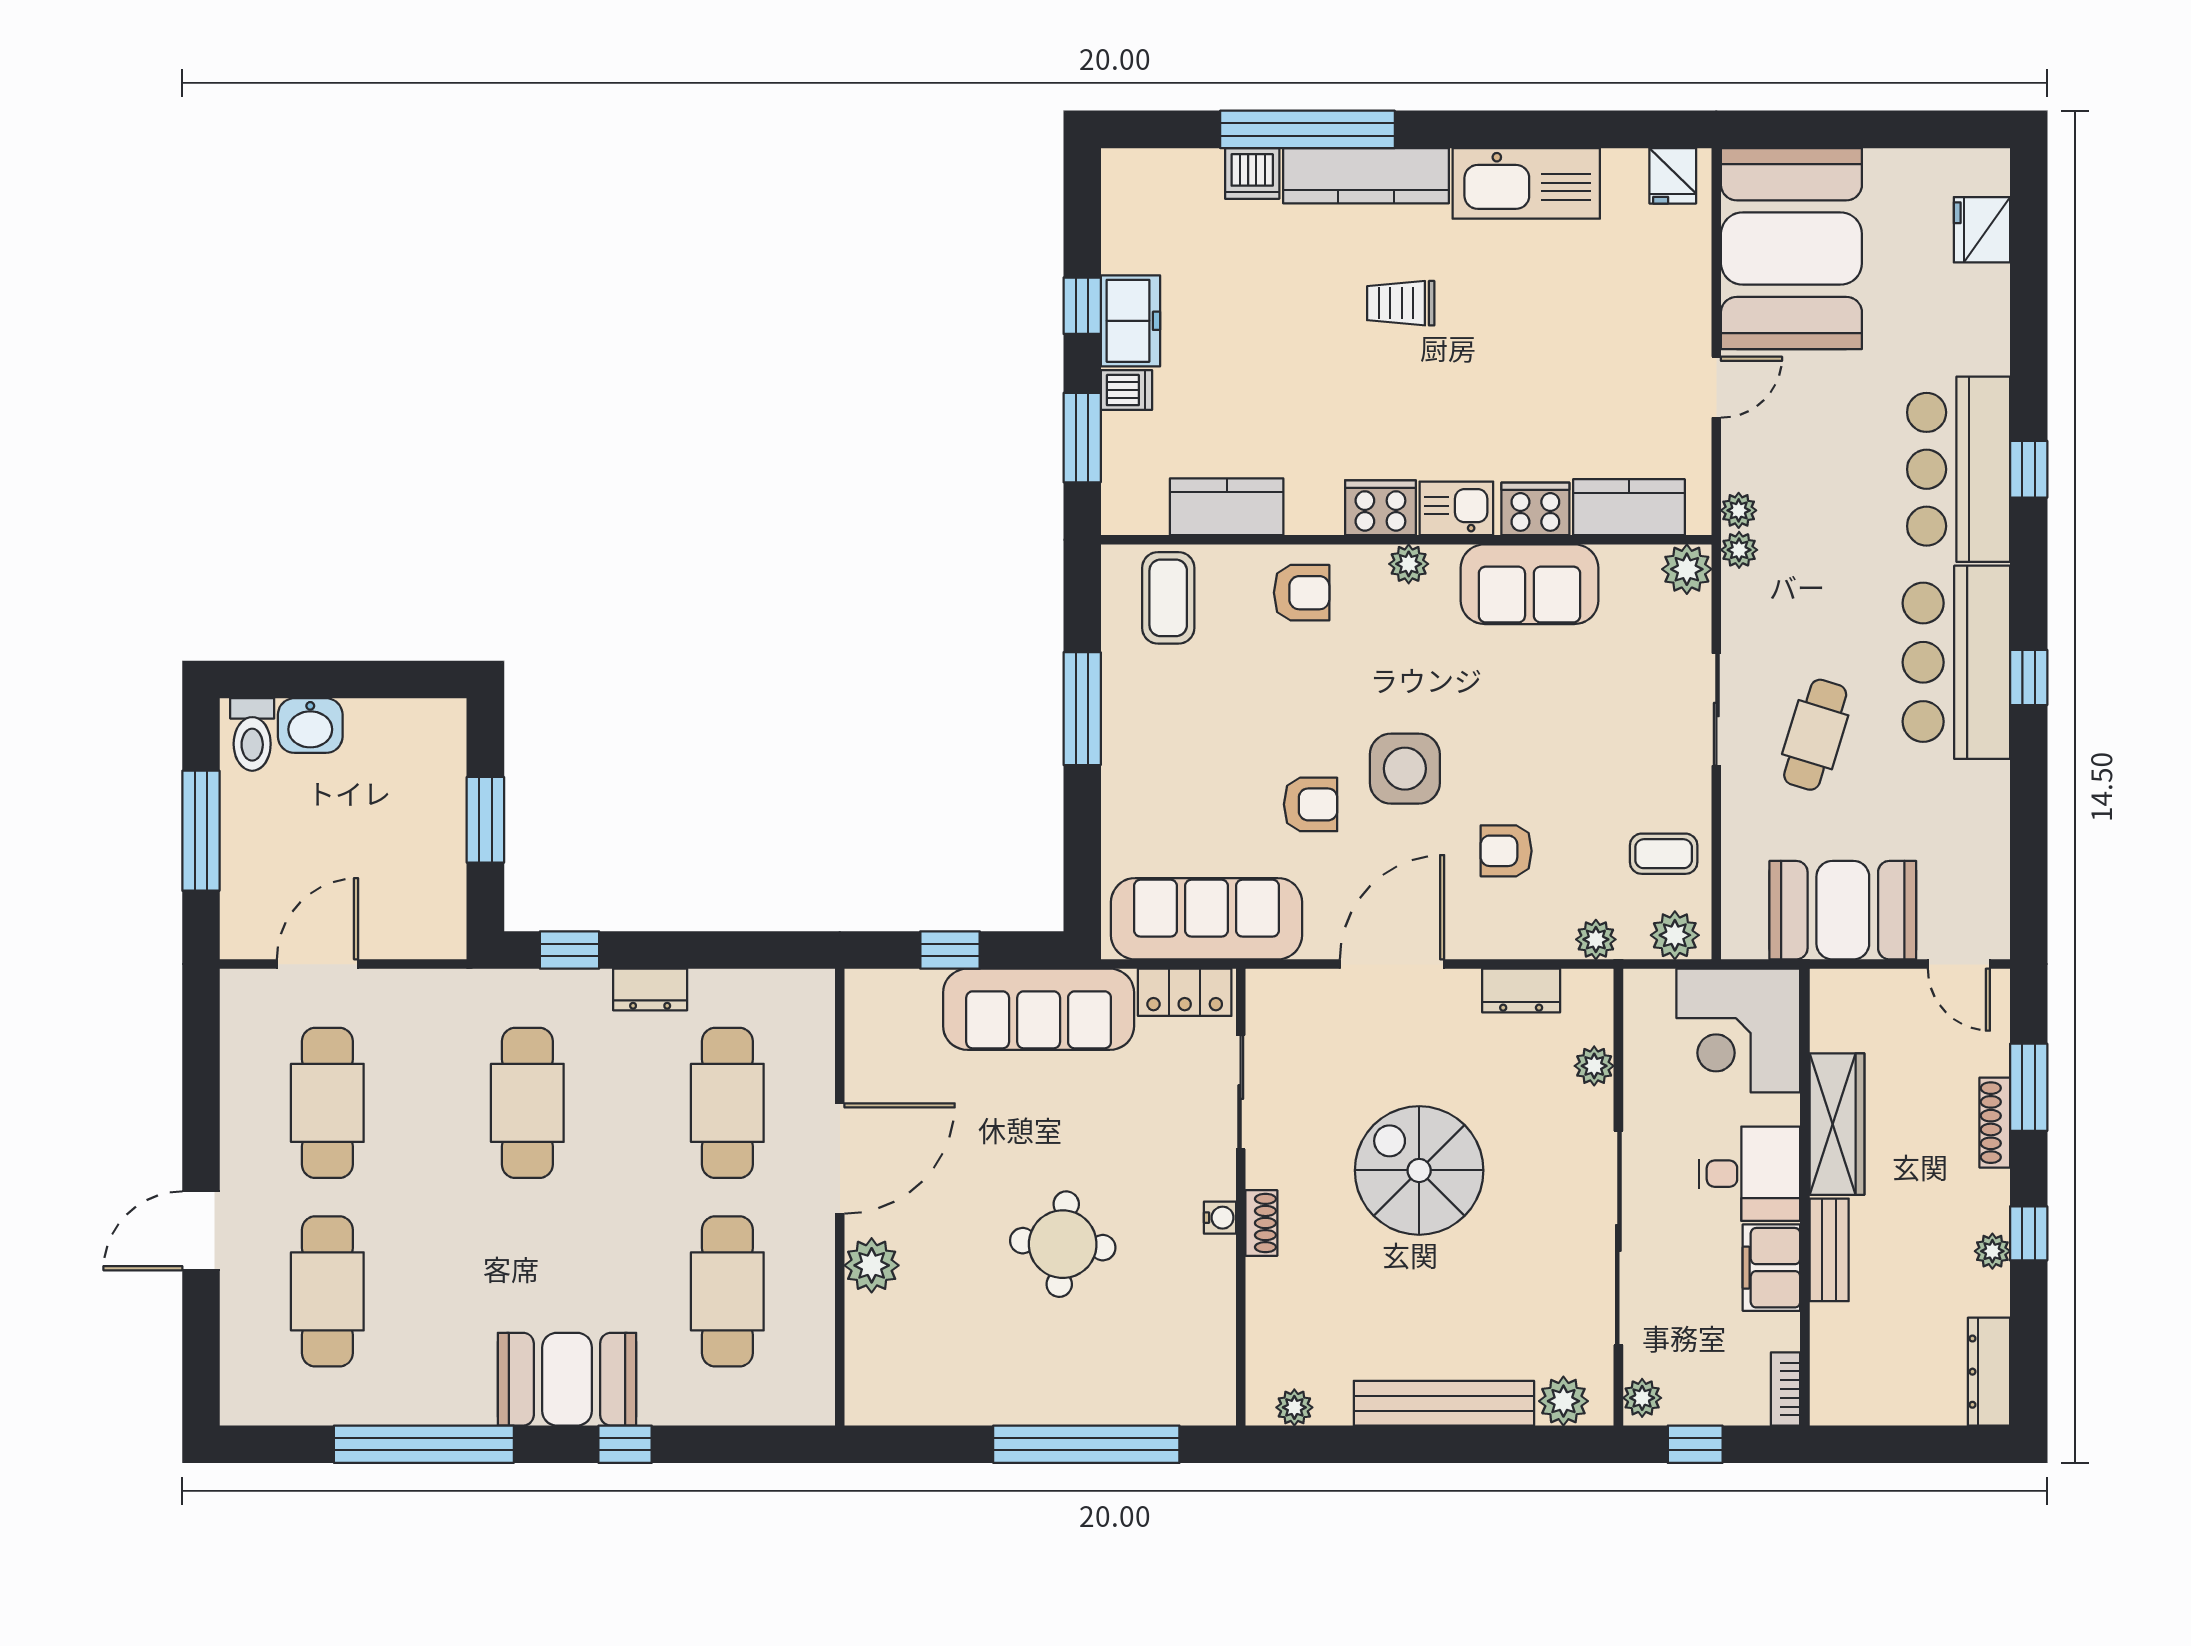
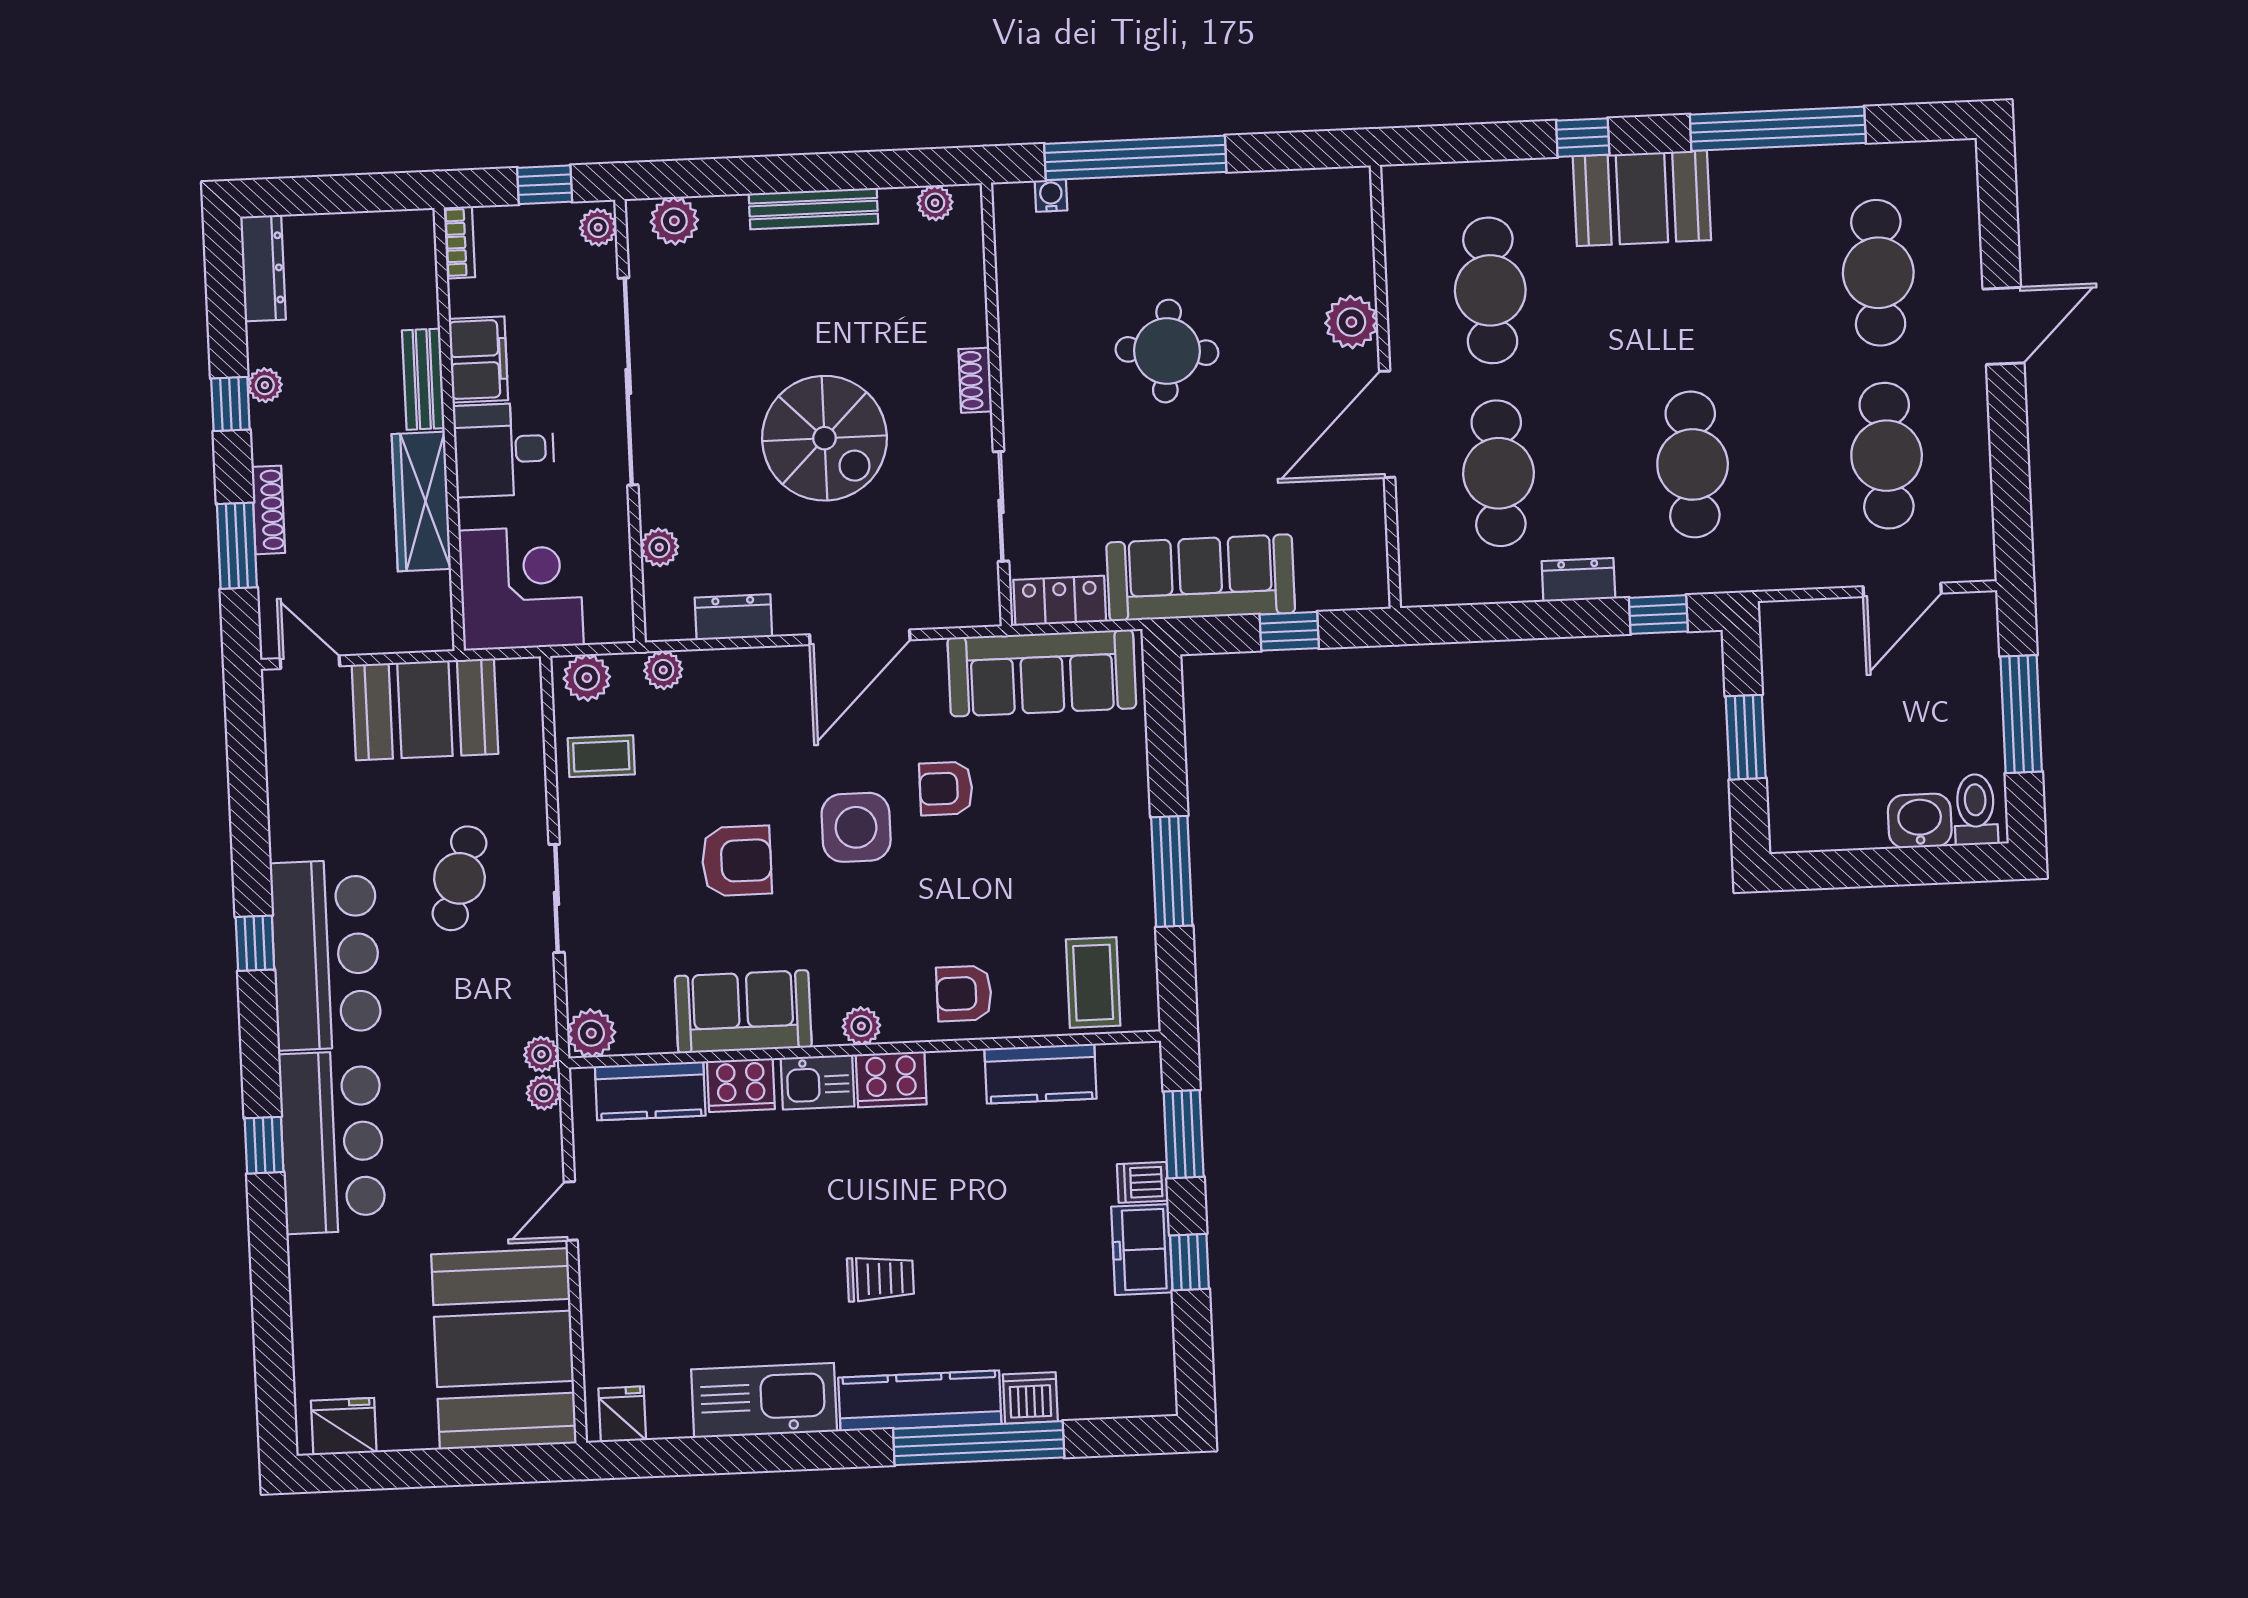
fridge: (1982, 230) -> (344, 1426), moved, turned -90
armchair: (1506, 851) -> (737, 861), moved, width x1.38, depth x1.38
water cooler: (1220, 1218) -> (1051, 196), moved, turned 90
bench: (1444, 1403) -> (813, 209), width x0.73, depth x0.82

